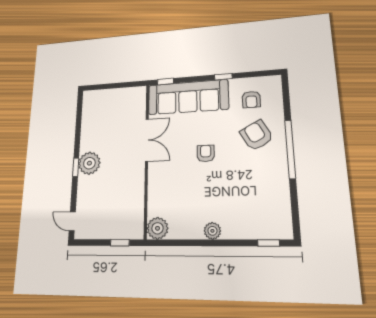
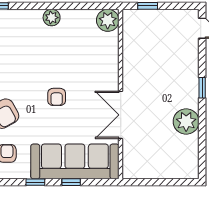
window: (165, 82) -> (71, 182), moved
plant: (89, 163) -> (186, 122), moved

